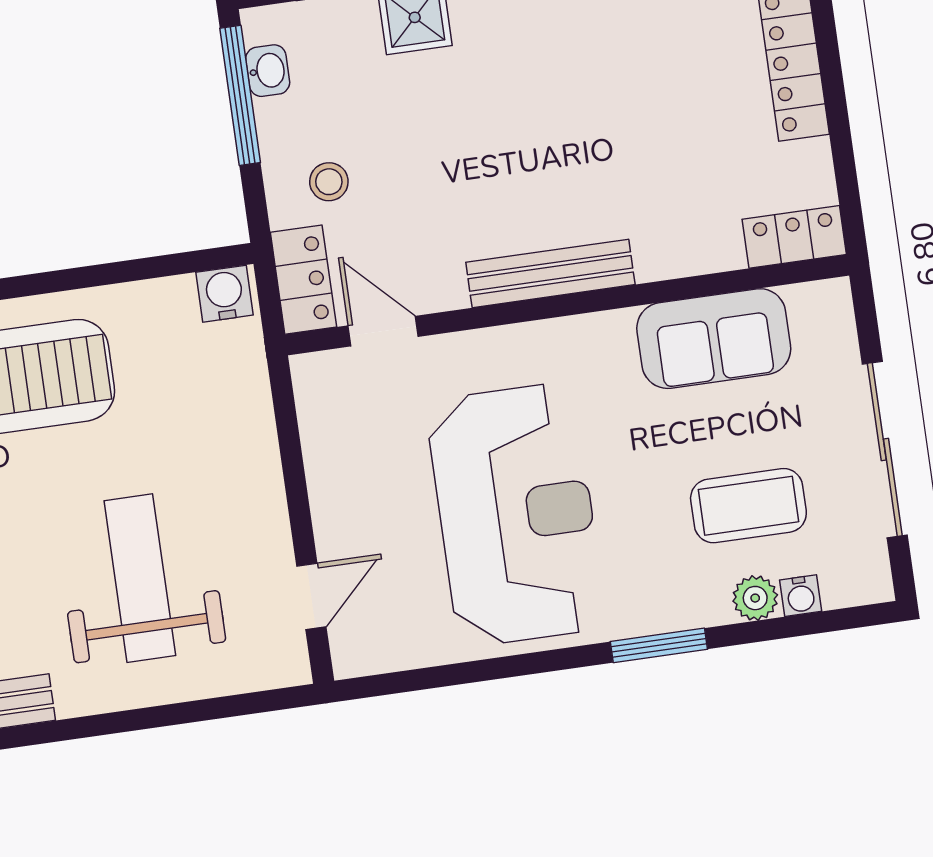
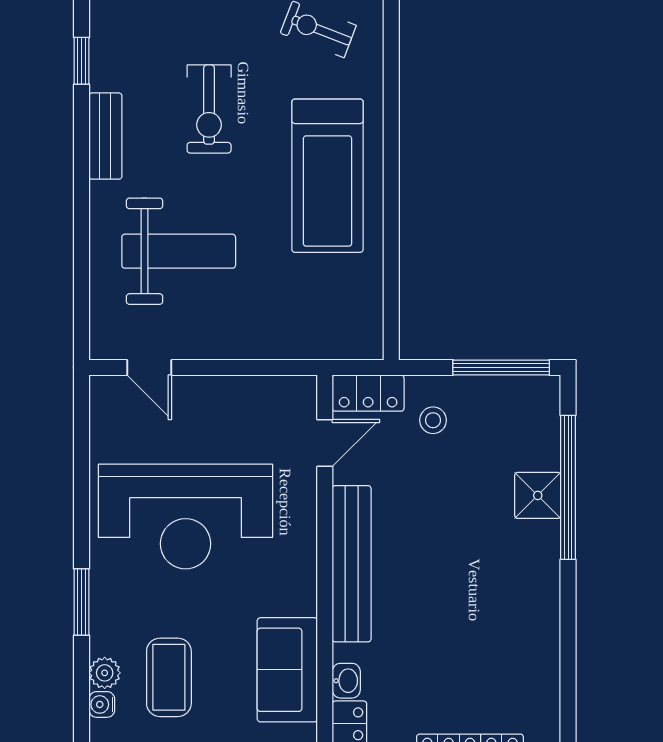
washbasin: (268, 71) -> (346, 681), moved, turned -90
bench: (550, 273) -> (352, 564), width x1.37, depth x1.21
water cooler: (225, 294) -> (366, 337), removed

